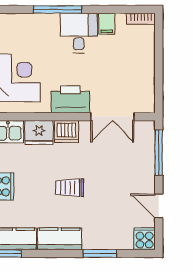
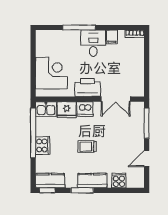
door: (159, 206) -> (147, 159), hinge flipped
kitchen counter: (60, 239) -> (92, 181), moved
cooker: (145, 239) -> (119, 180), moved
window: (100, 253) -> (82, 190), moved

